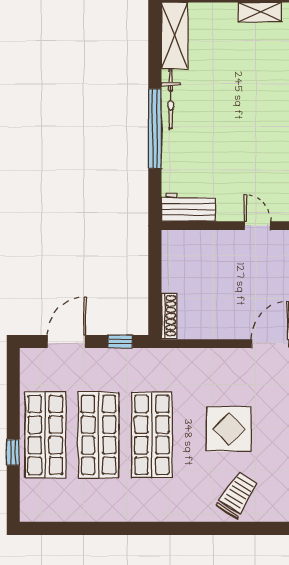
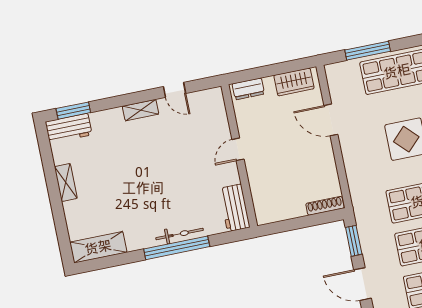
bicycle: (171, 99) -> (180, 234), moved
window: (120, 342) -> (354, 241), width x1.50

